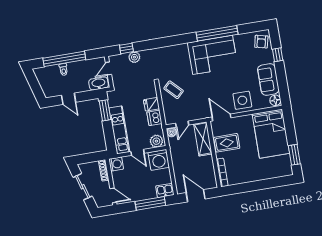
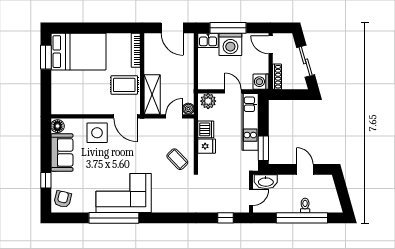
plant: (134, 57) -> (218, 206), removed
bed: (271, 134) -> (78, 52), moved, turned 90
washing machine: (159, 160) -> (230, 44), moved, turned 180

